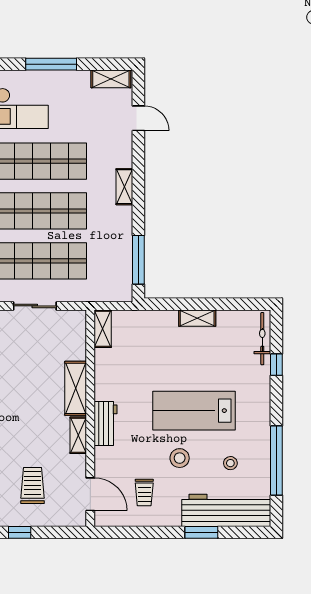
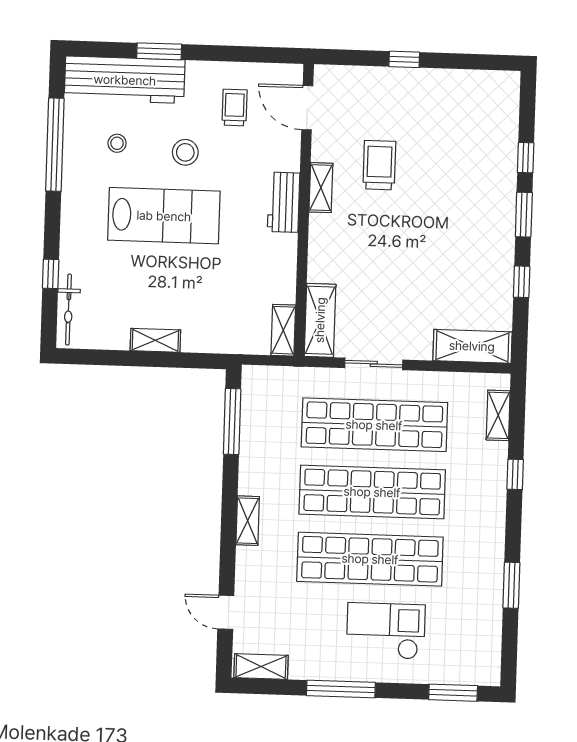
shelving: (76, 388) -> (320, 320), moved
trolley: (33, 486) -> (379, 165), moved, turned 180

